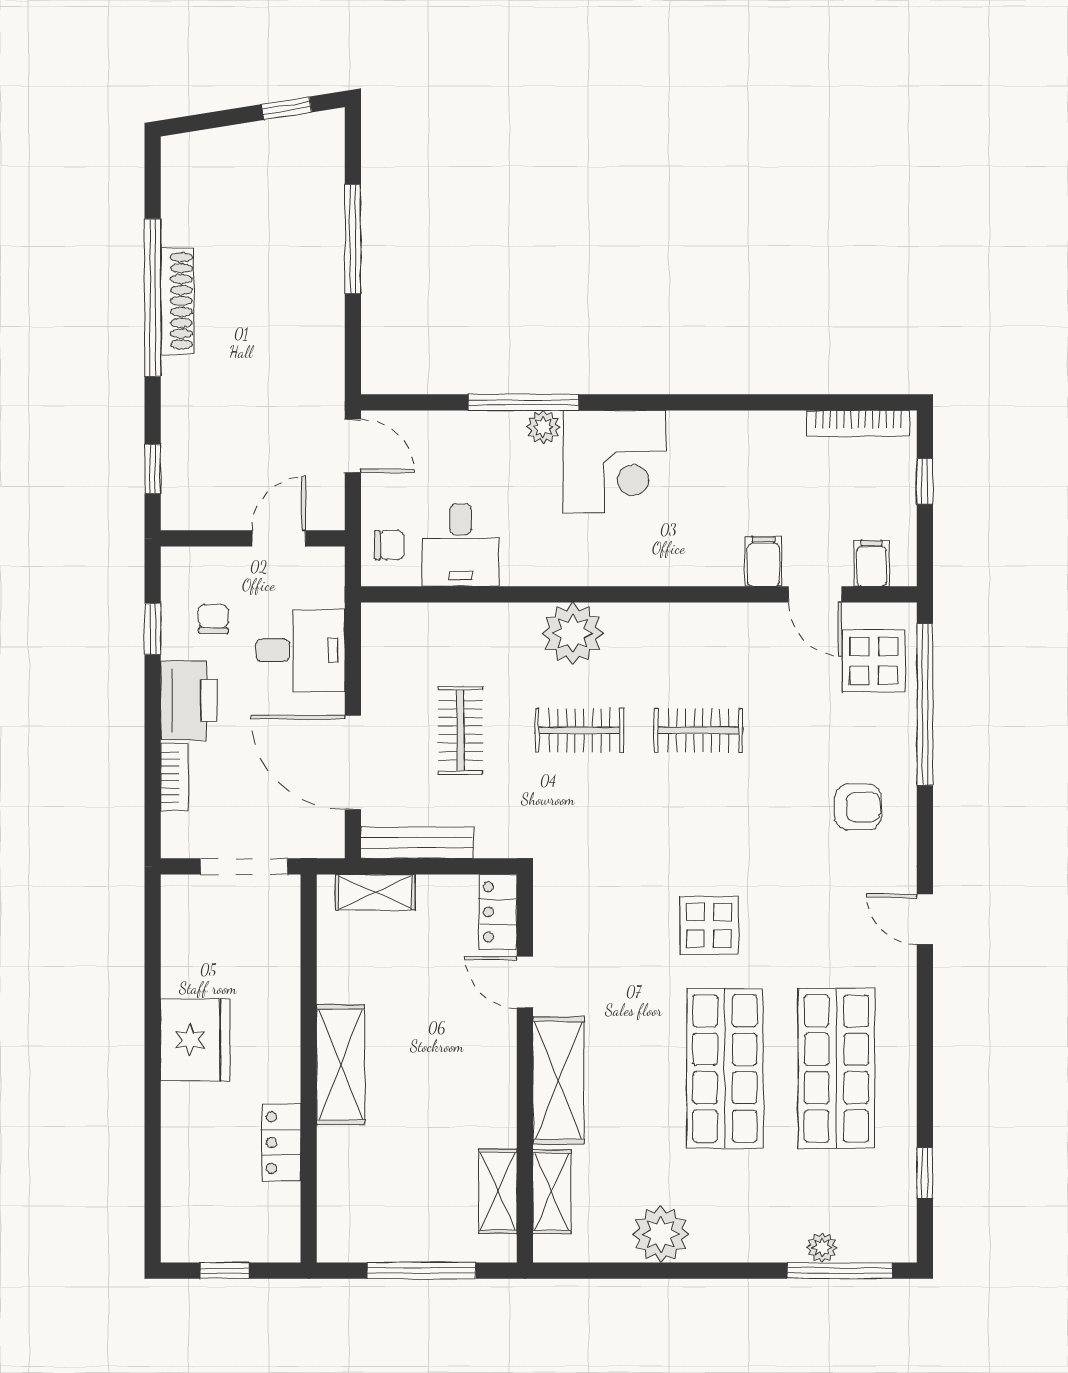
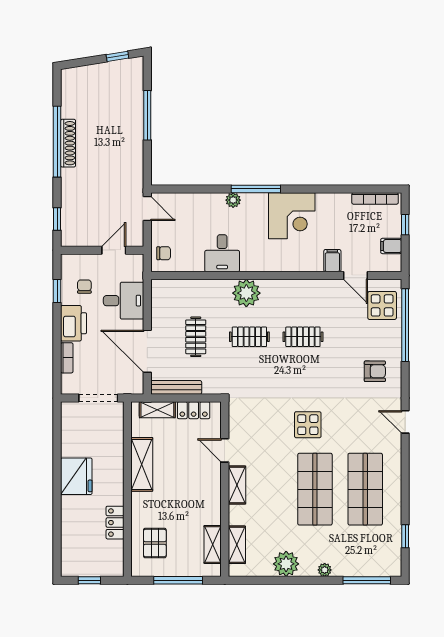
window: (524, 402) -> (256, 189), moved
corner desk: (615, 462) -> (292, 216), moved
desk: (461, 545) -> (222, 253), moved
filing cabinet: (872, 563) -> (391, 246), moved, turned -90
locker: (498, 912) -> (194, 410), moved, turned -90
shelving: (341, 1065) -> (142, 464), moved
shelving: (558, 1080) -> (237, 485), width x0.67, depth x0.75
pallet: (370, 1188) -> (155, 543), added
plant: (822, 1247) -> (325, 570), moved

